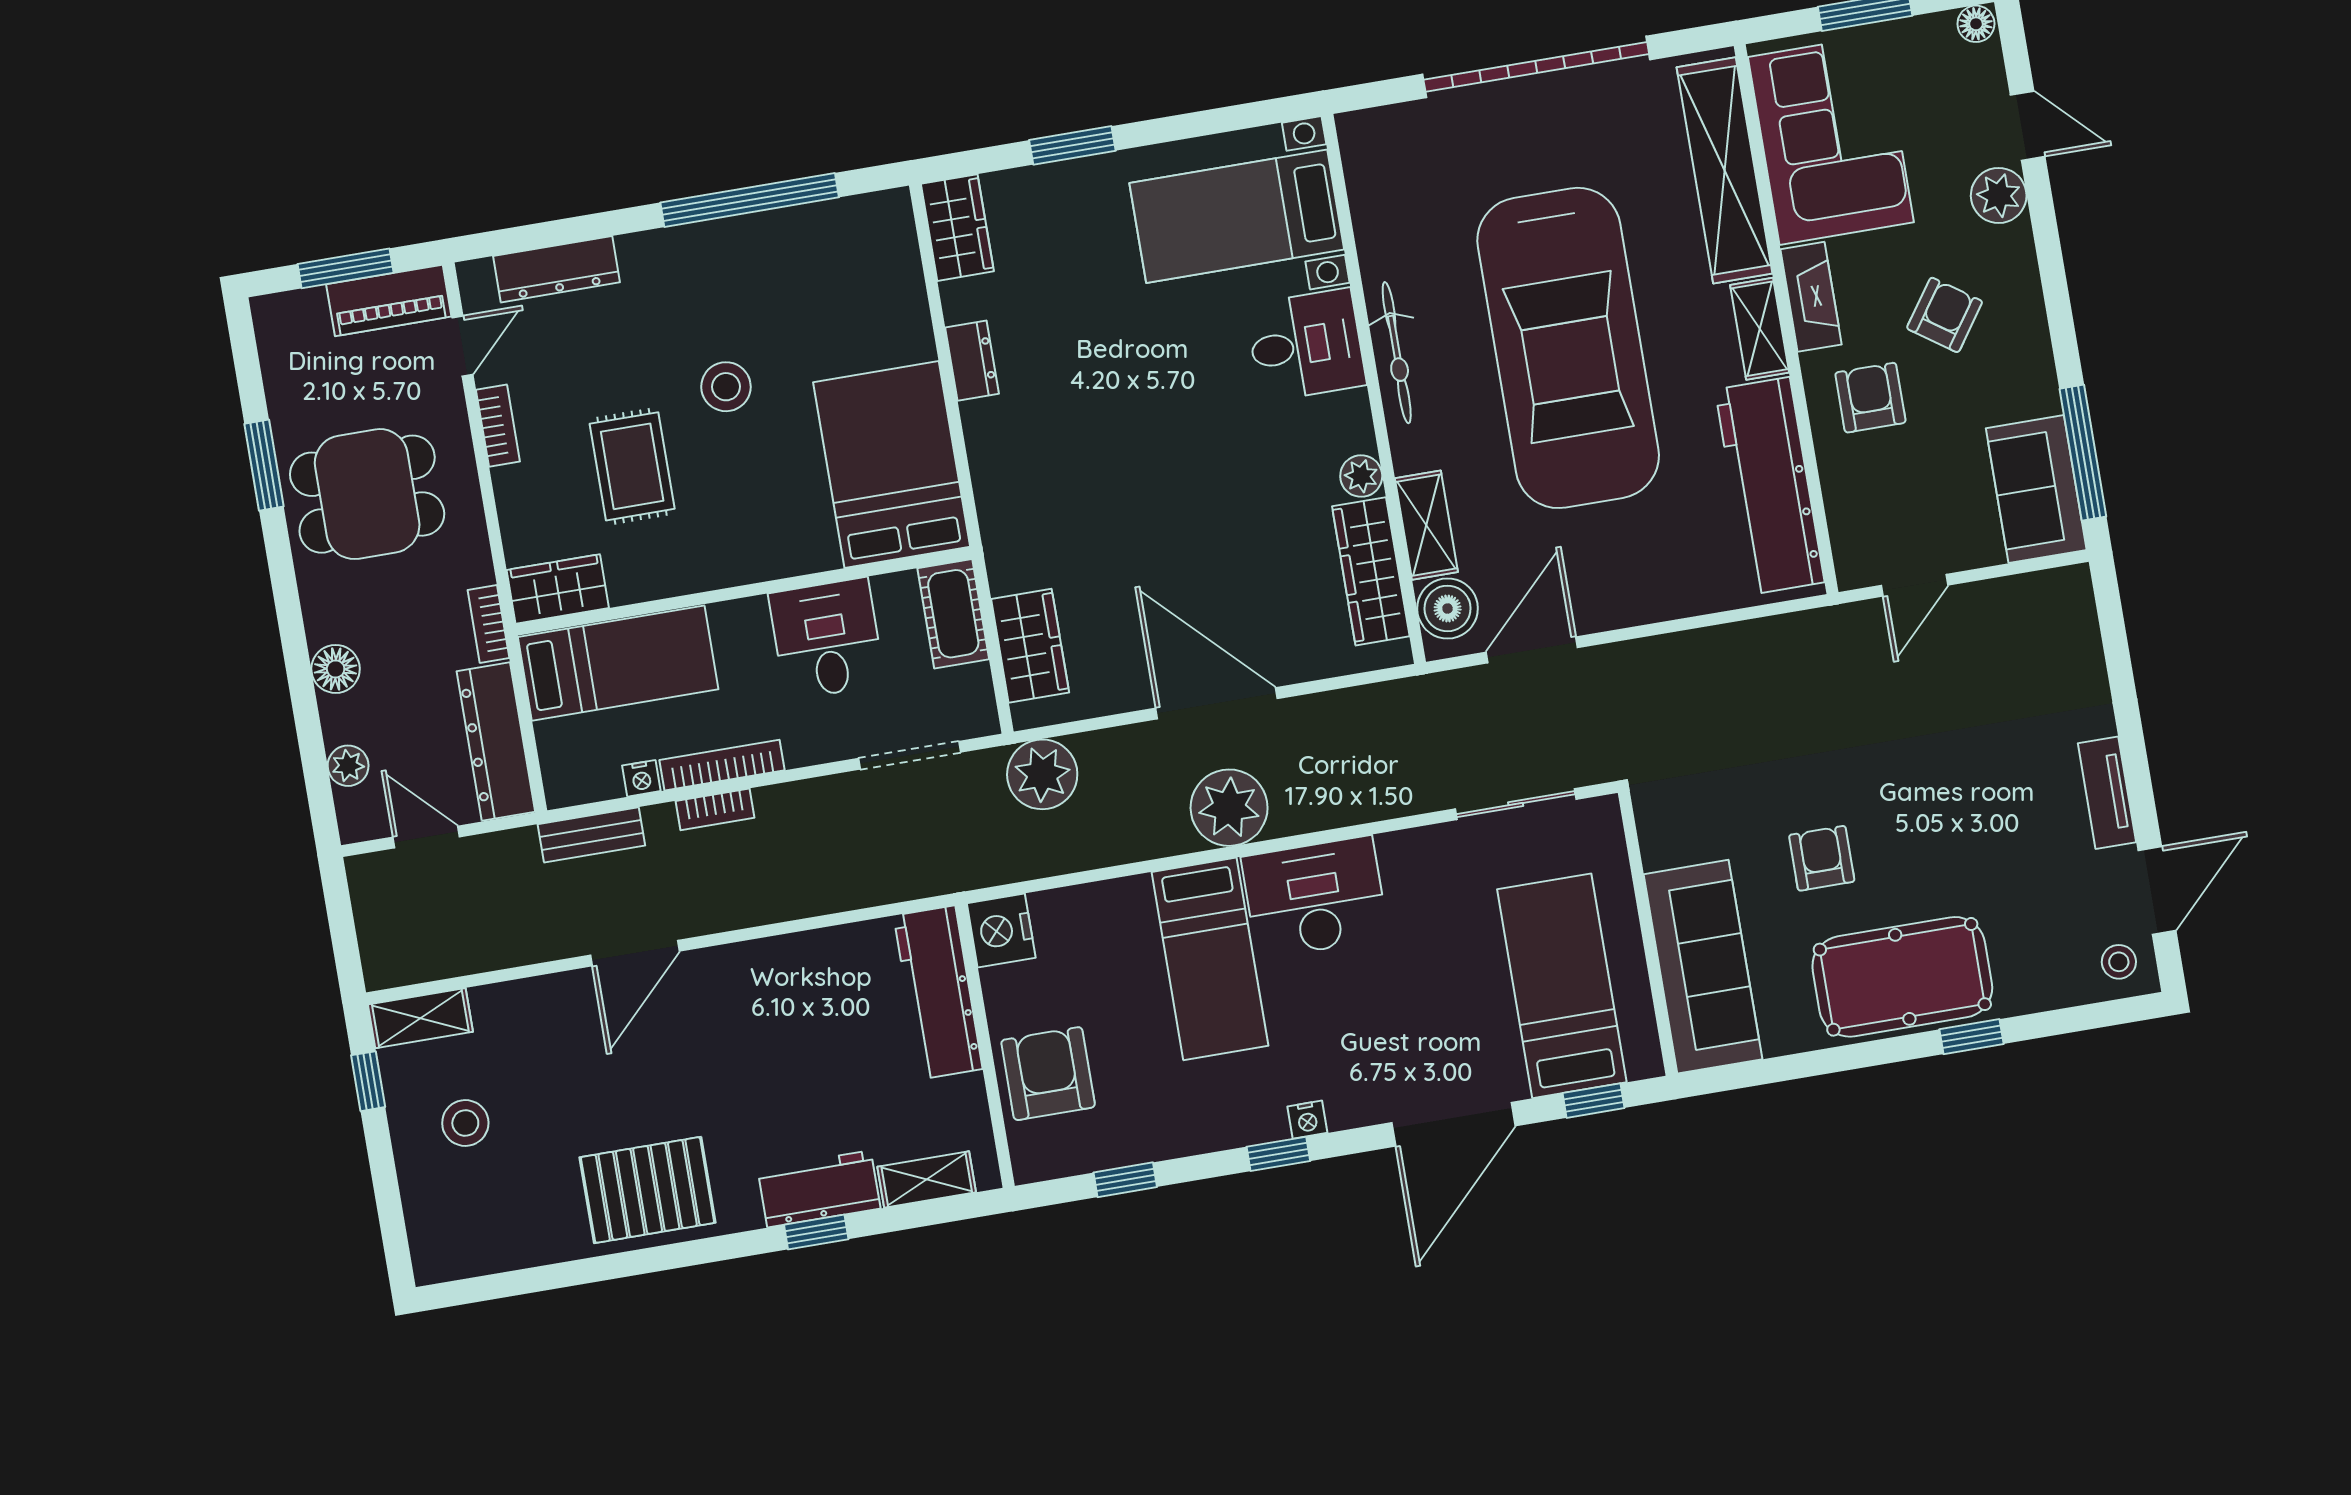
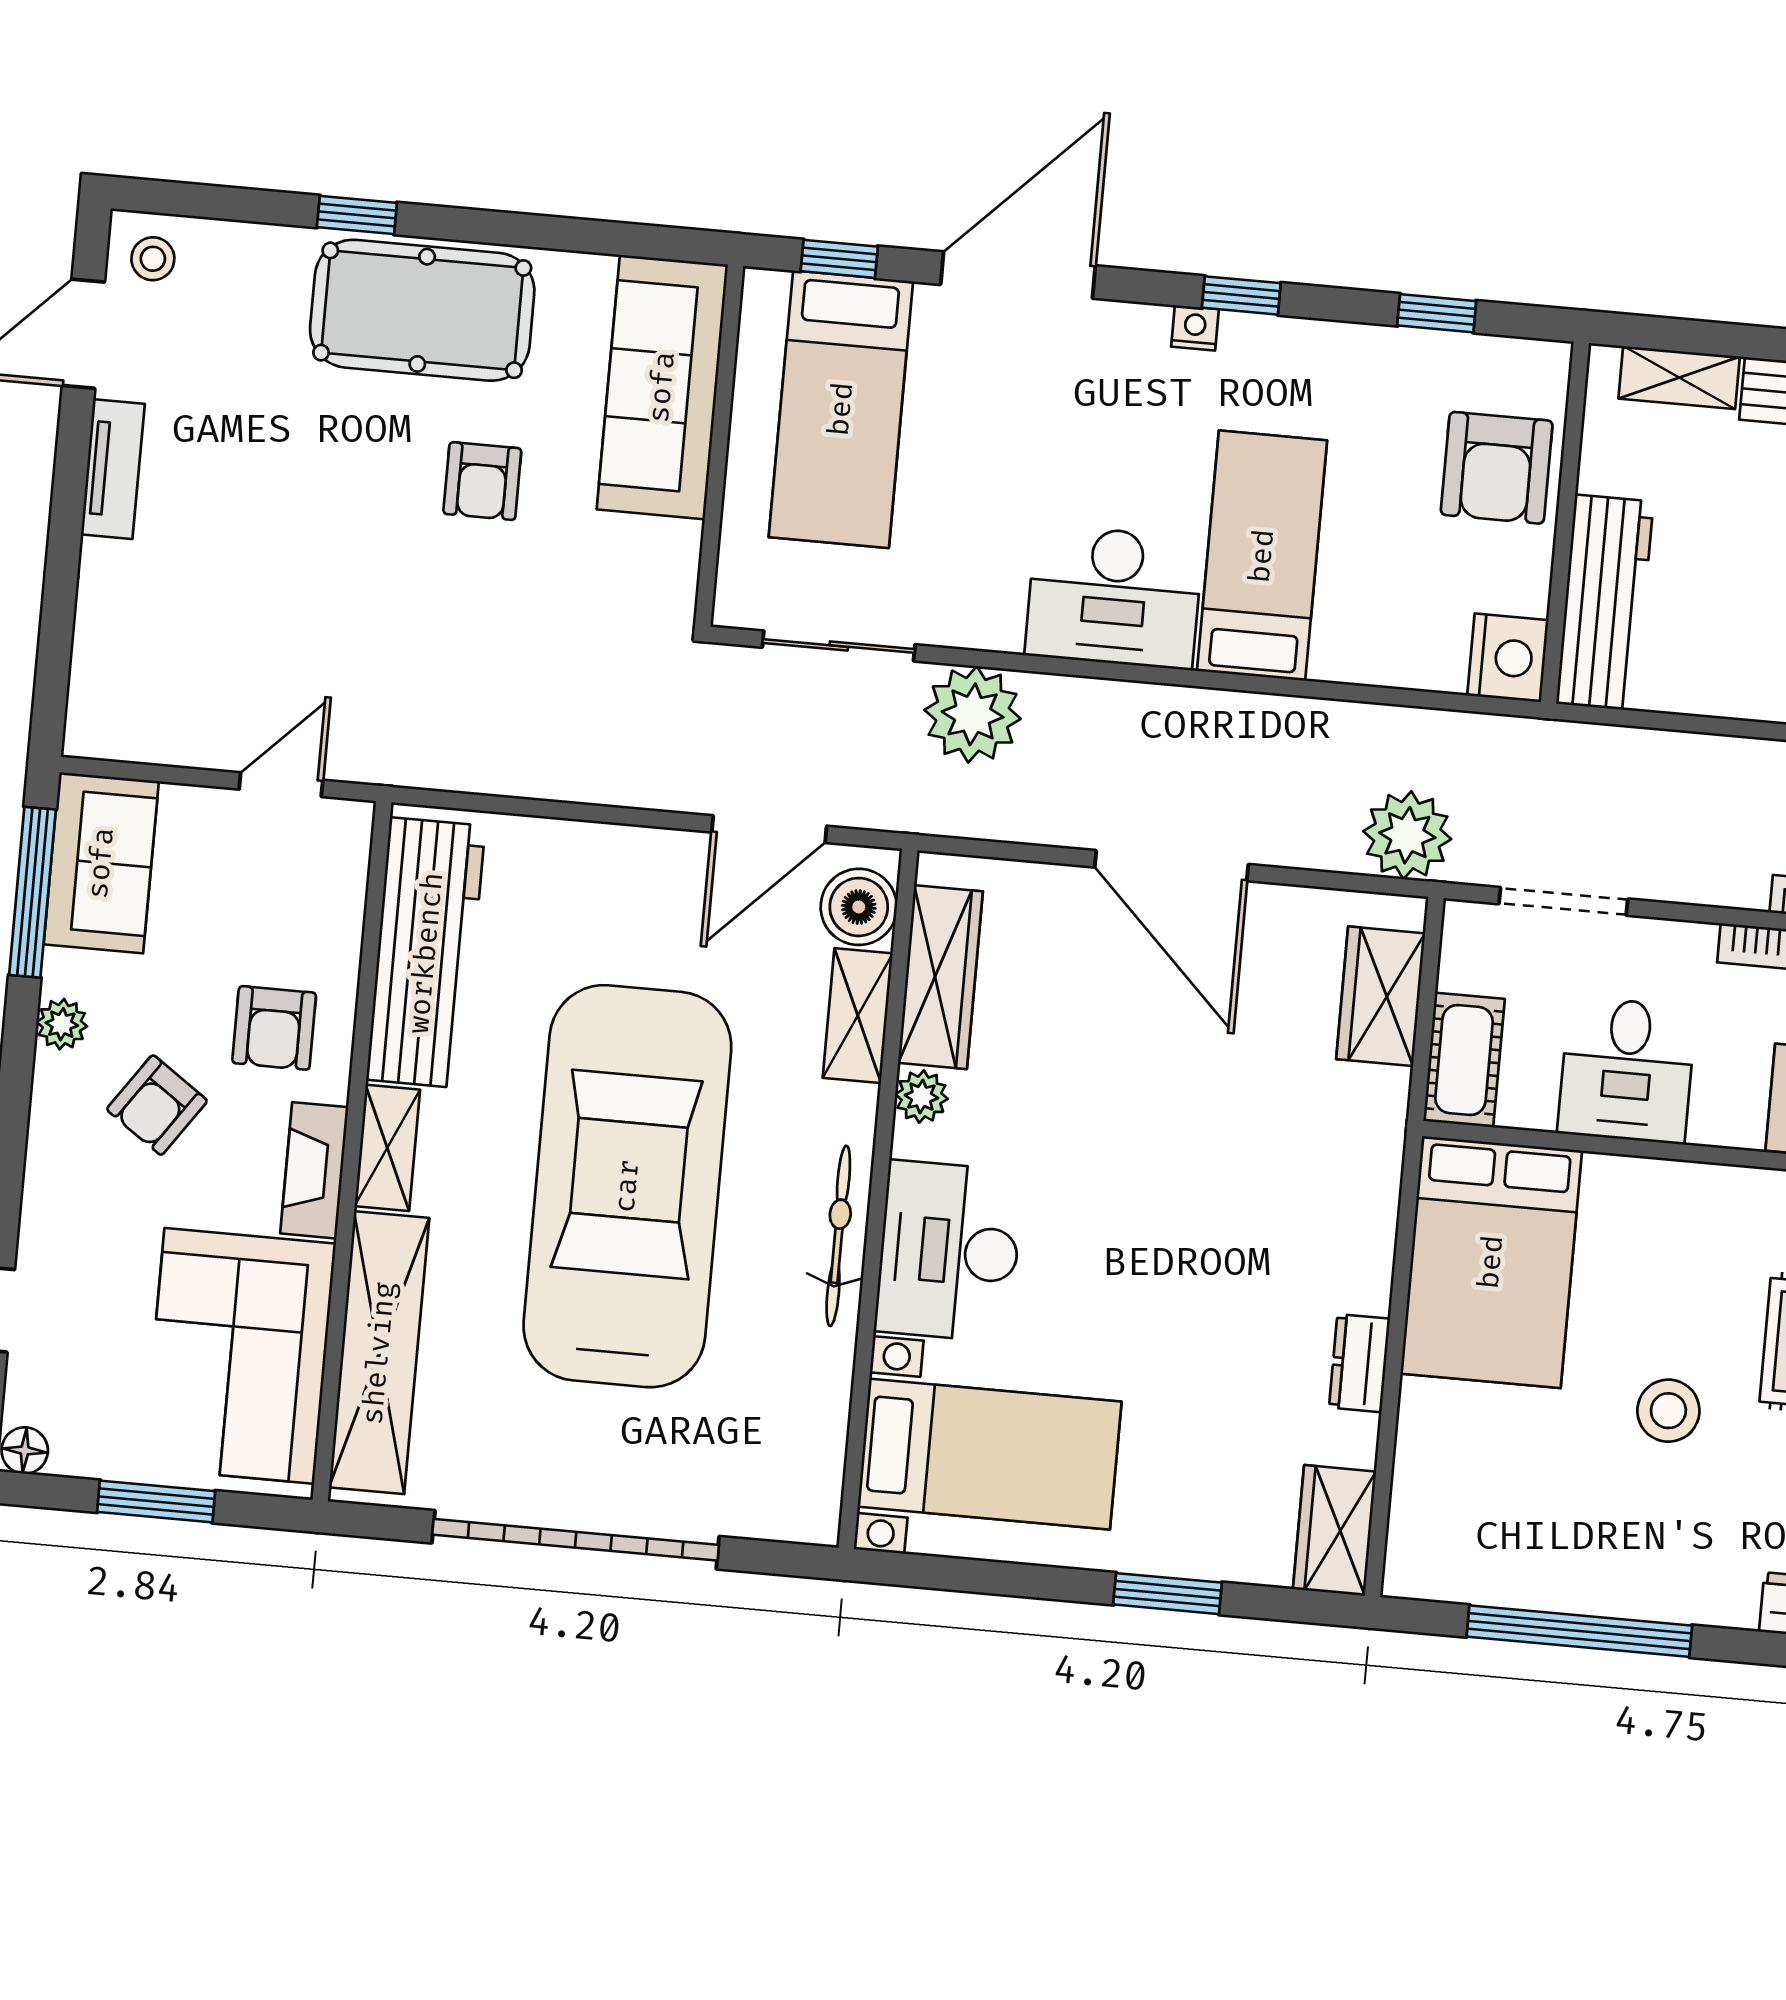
plant: (1999, 195) -> (62, 1024), moved, width x0.73, depth x0.73
desk: (1306, 345) -> (949, 1251), width x1.37
plant: (1229, 808) -> (973, 714), moved

